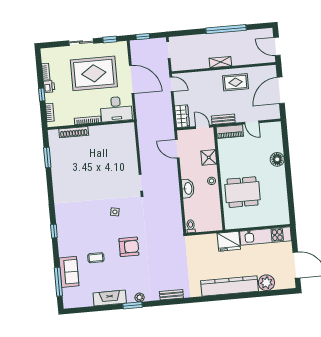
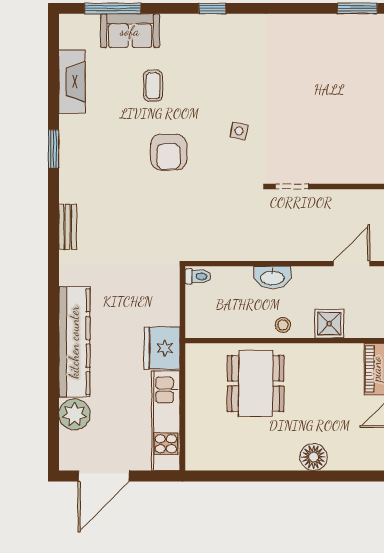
plant: (140, 297) -> (68, 164), removed
fireplace: (110, 298) -> (72, 82), moved

